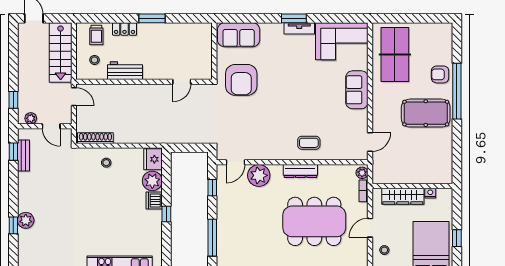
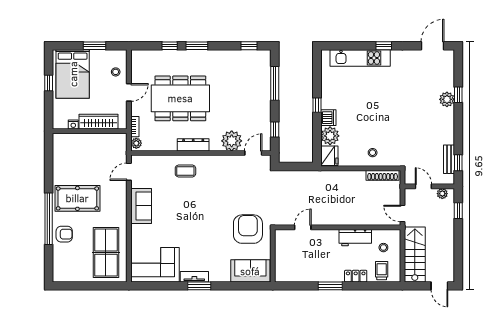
sofa: (357, 90) -> (141, 206), moved

